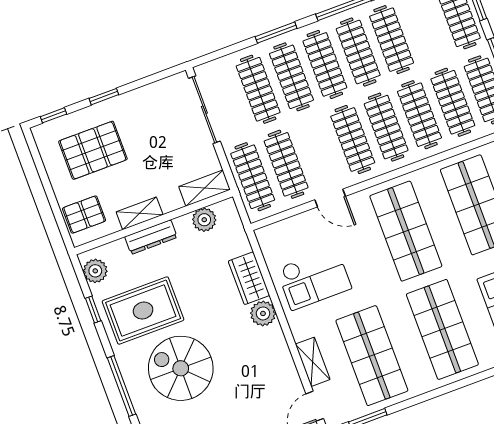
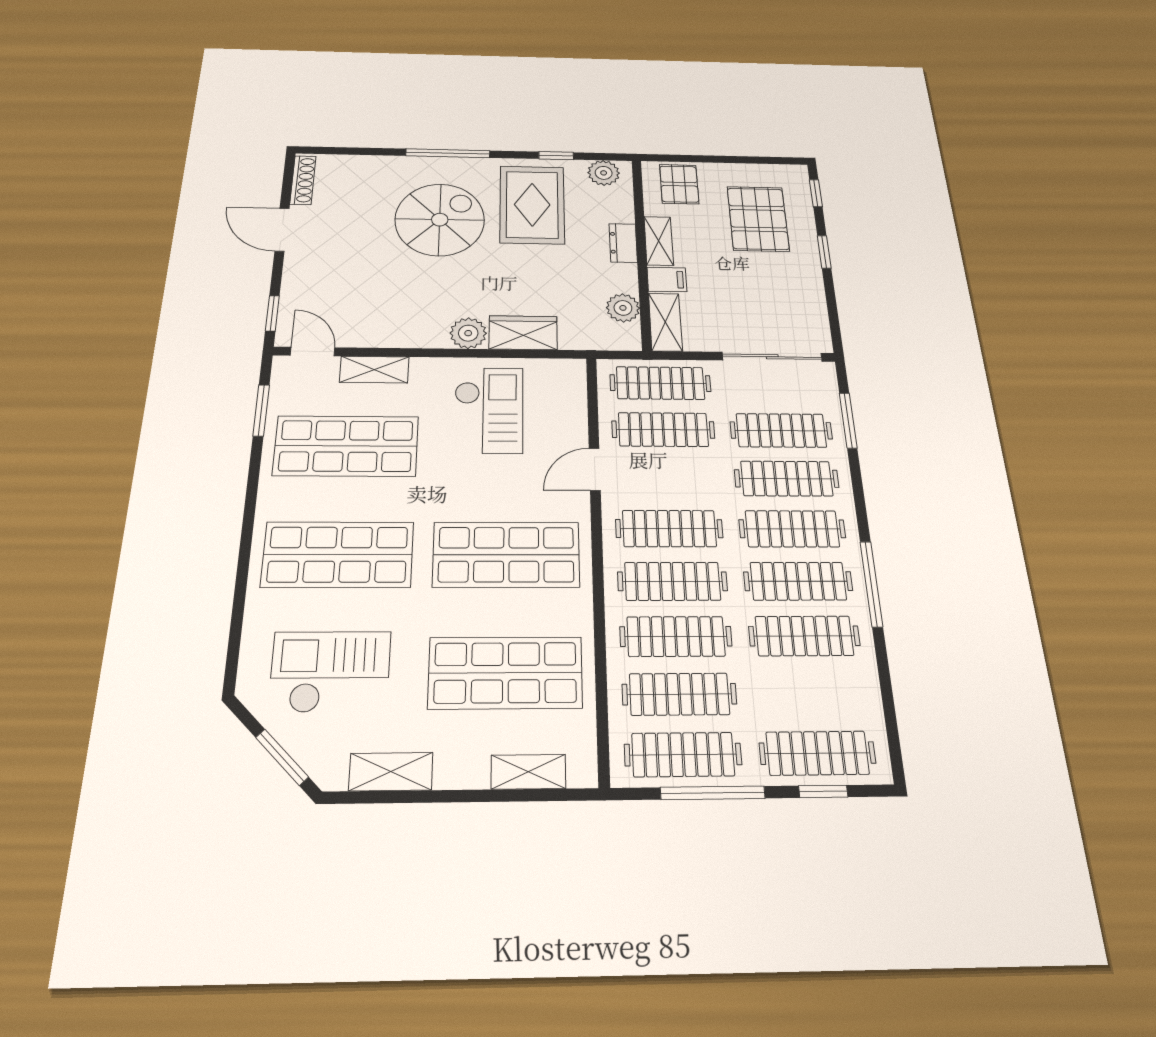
window: (276, 33) -> (848, 420), moved
filing cabinet: (170, 198) -> (667, 279), added
dresser: (151, 237) -> (623, 243), width x0.70
checkout: (314, 279) -> (489, 410), turned 180

